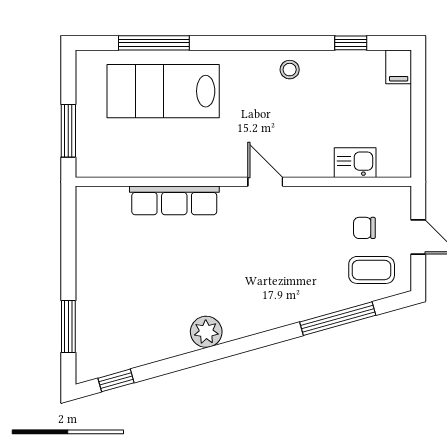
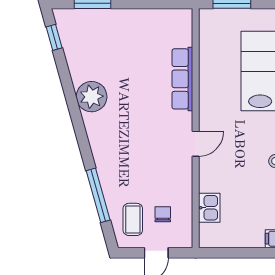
plant: (206, 332) -> (92, 97), width x1.36, depth x1.36

